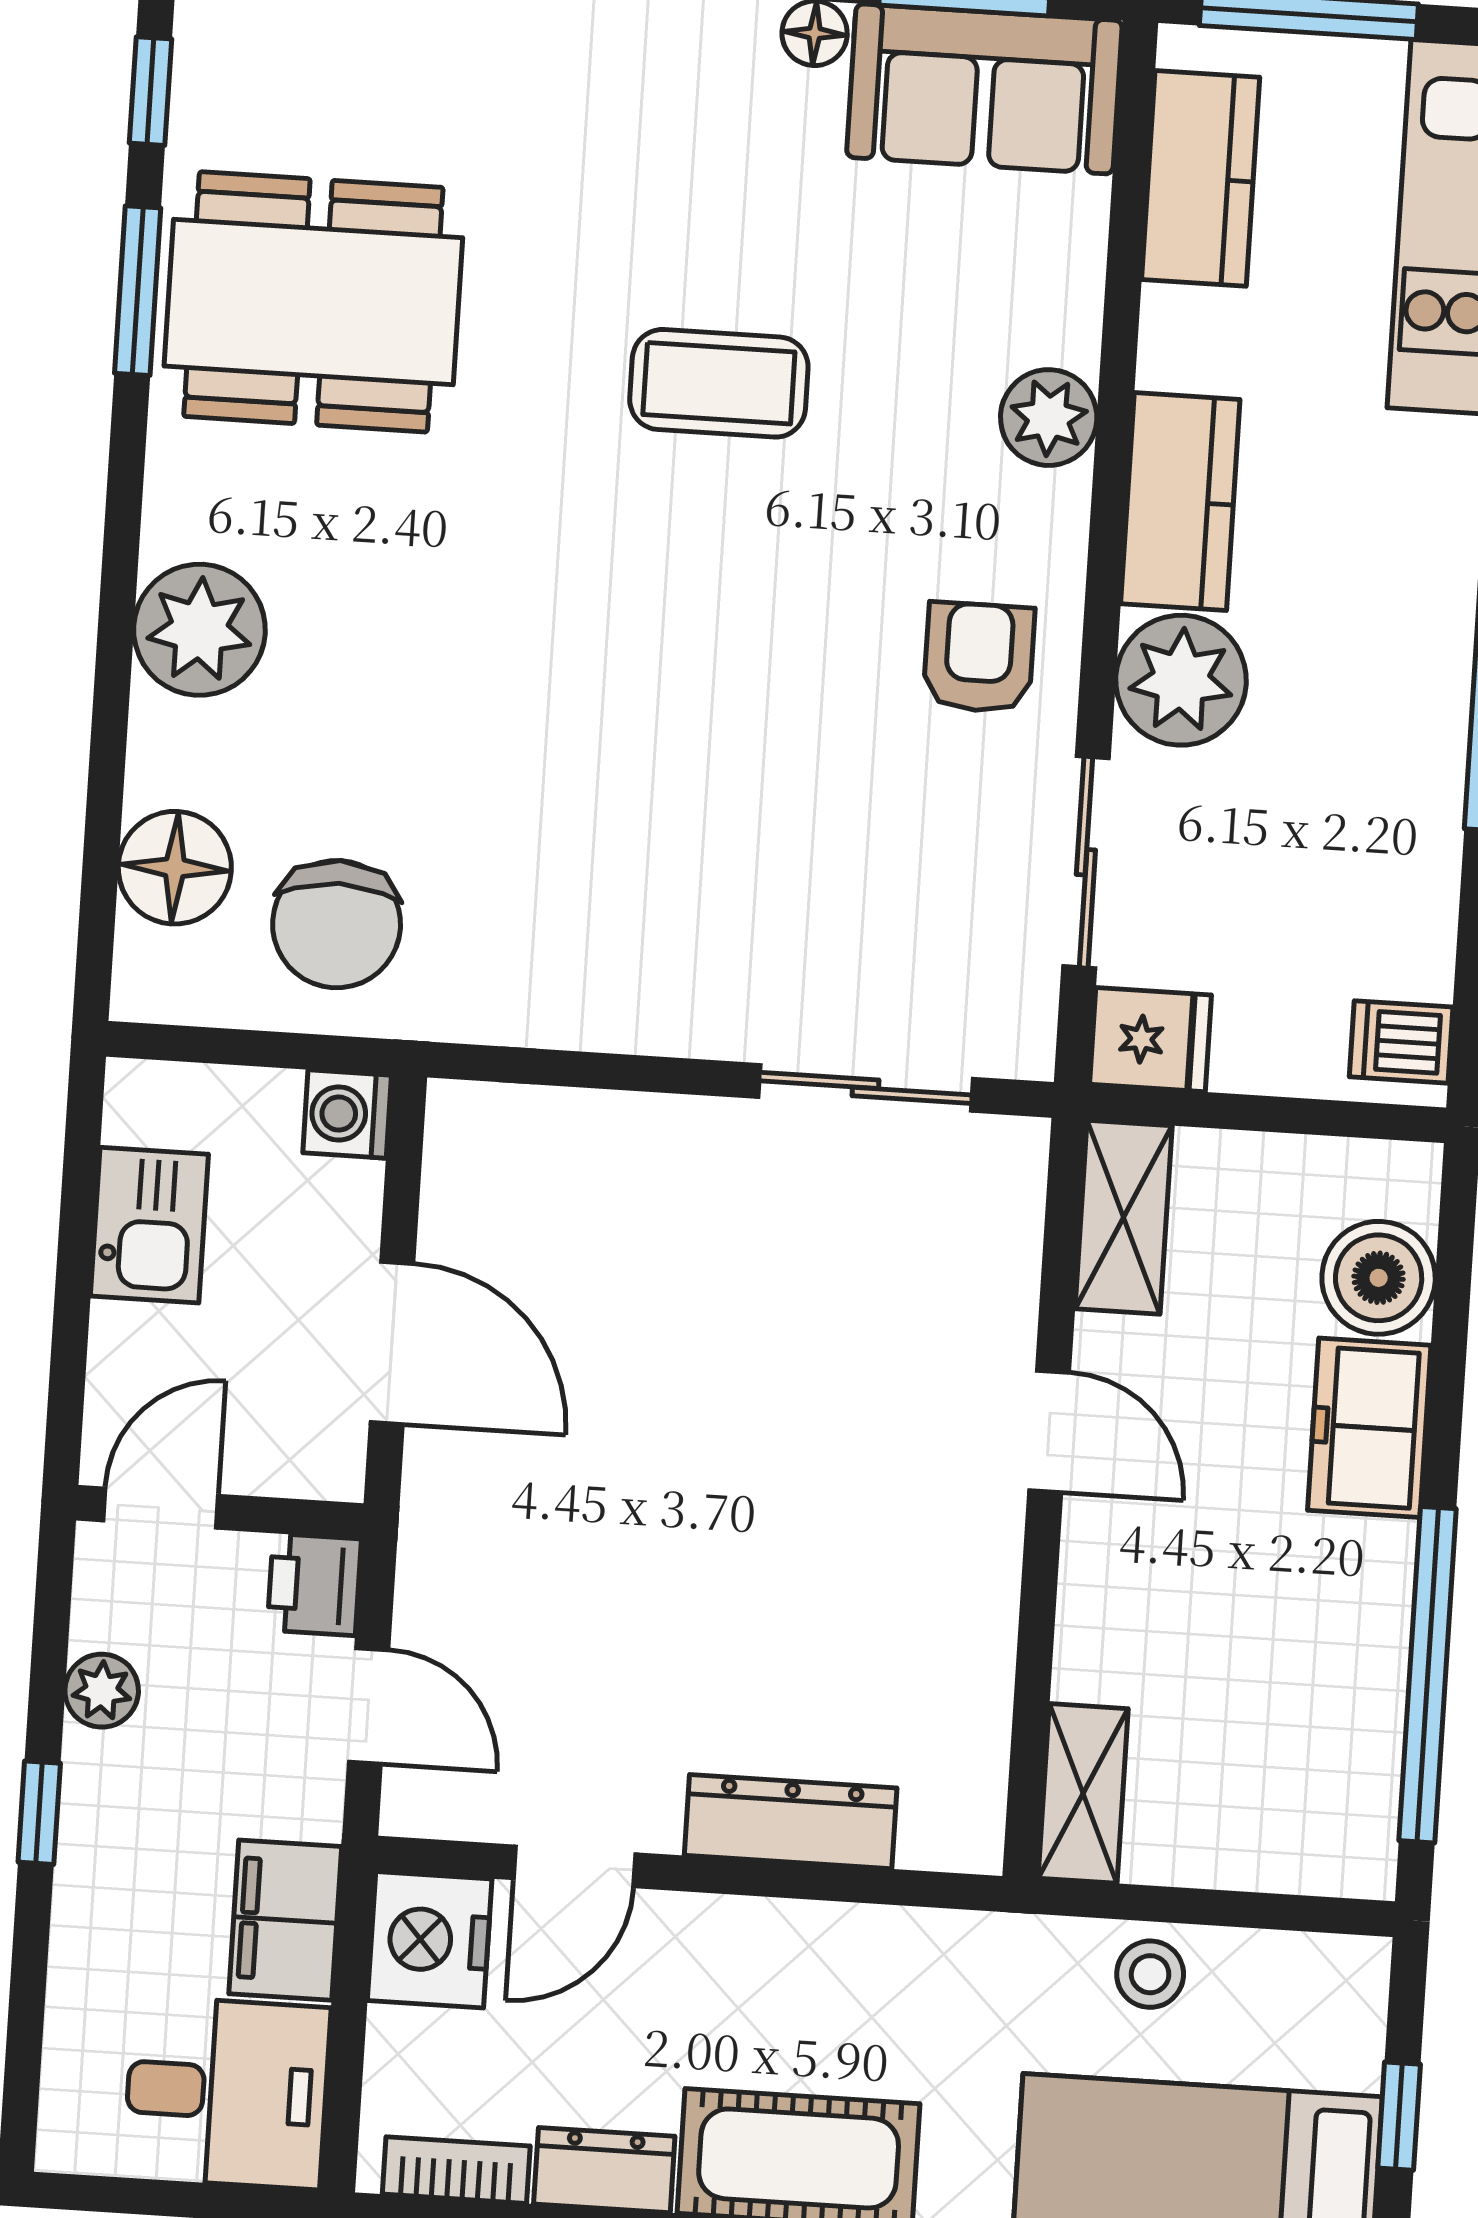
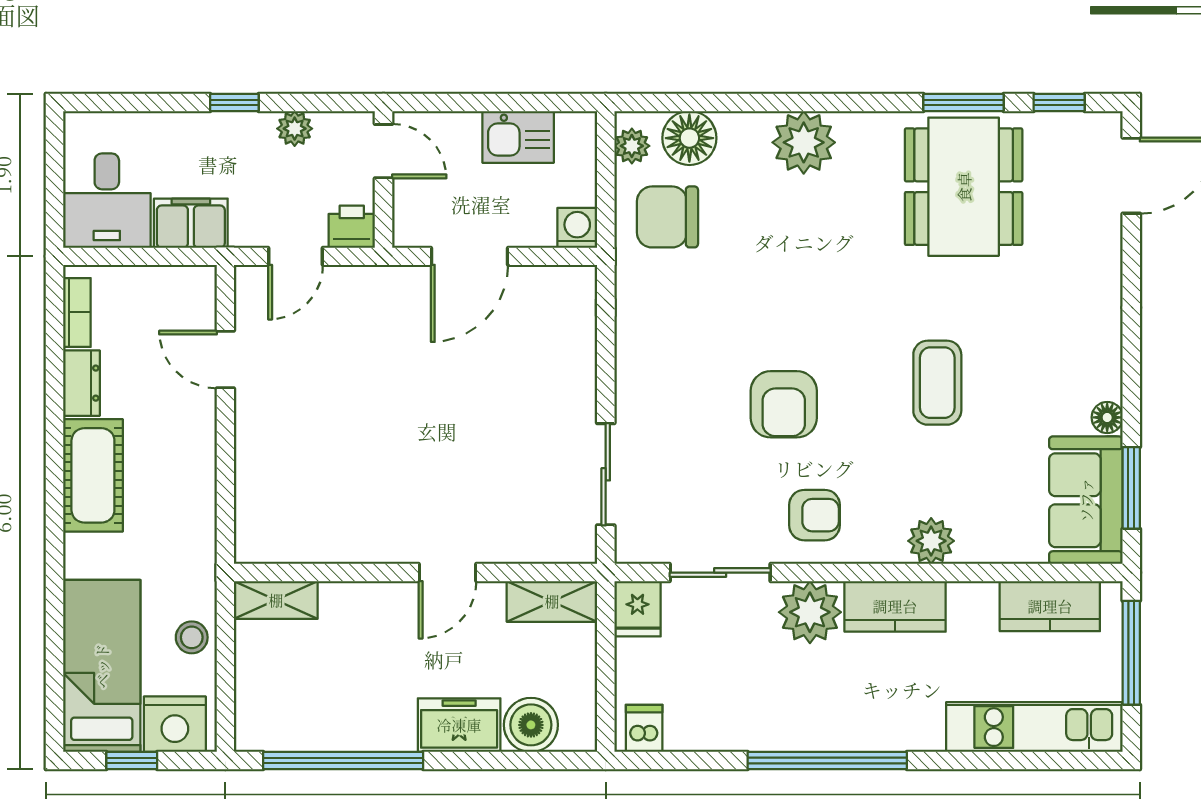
armchair: (743, 707) -> (784, 404), added
plant: (184, 989) -> (632, 146), added
dresser: (791, 1822) -> (253, 461), removed
nightstand: (430, 1940) -> (175, 724), moved, turned 180

